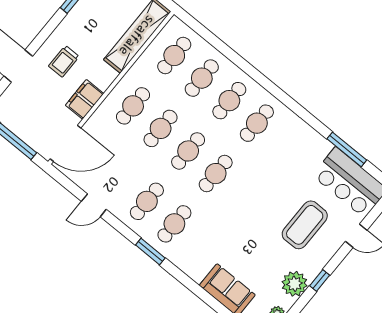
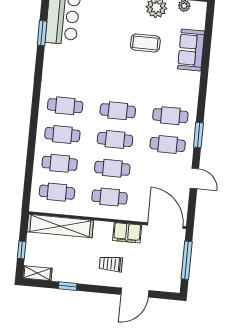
trolley: (64, 61) -> (111, 264), turned 180
window: (347, 149) -> (42, 33), width x0.69
coffee table: (305, 225) -> (145, 43), moved, width x0.73, depth x0.76
window: (150, 251) -> (198, 135), moved

